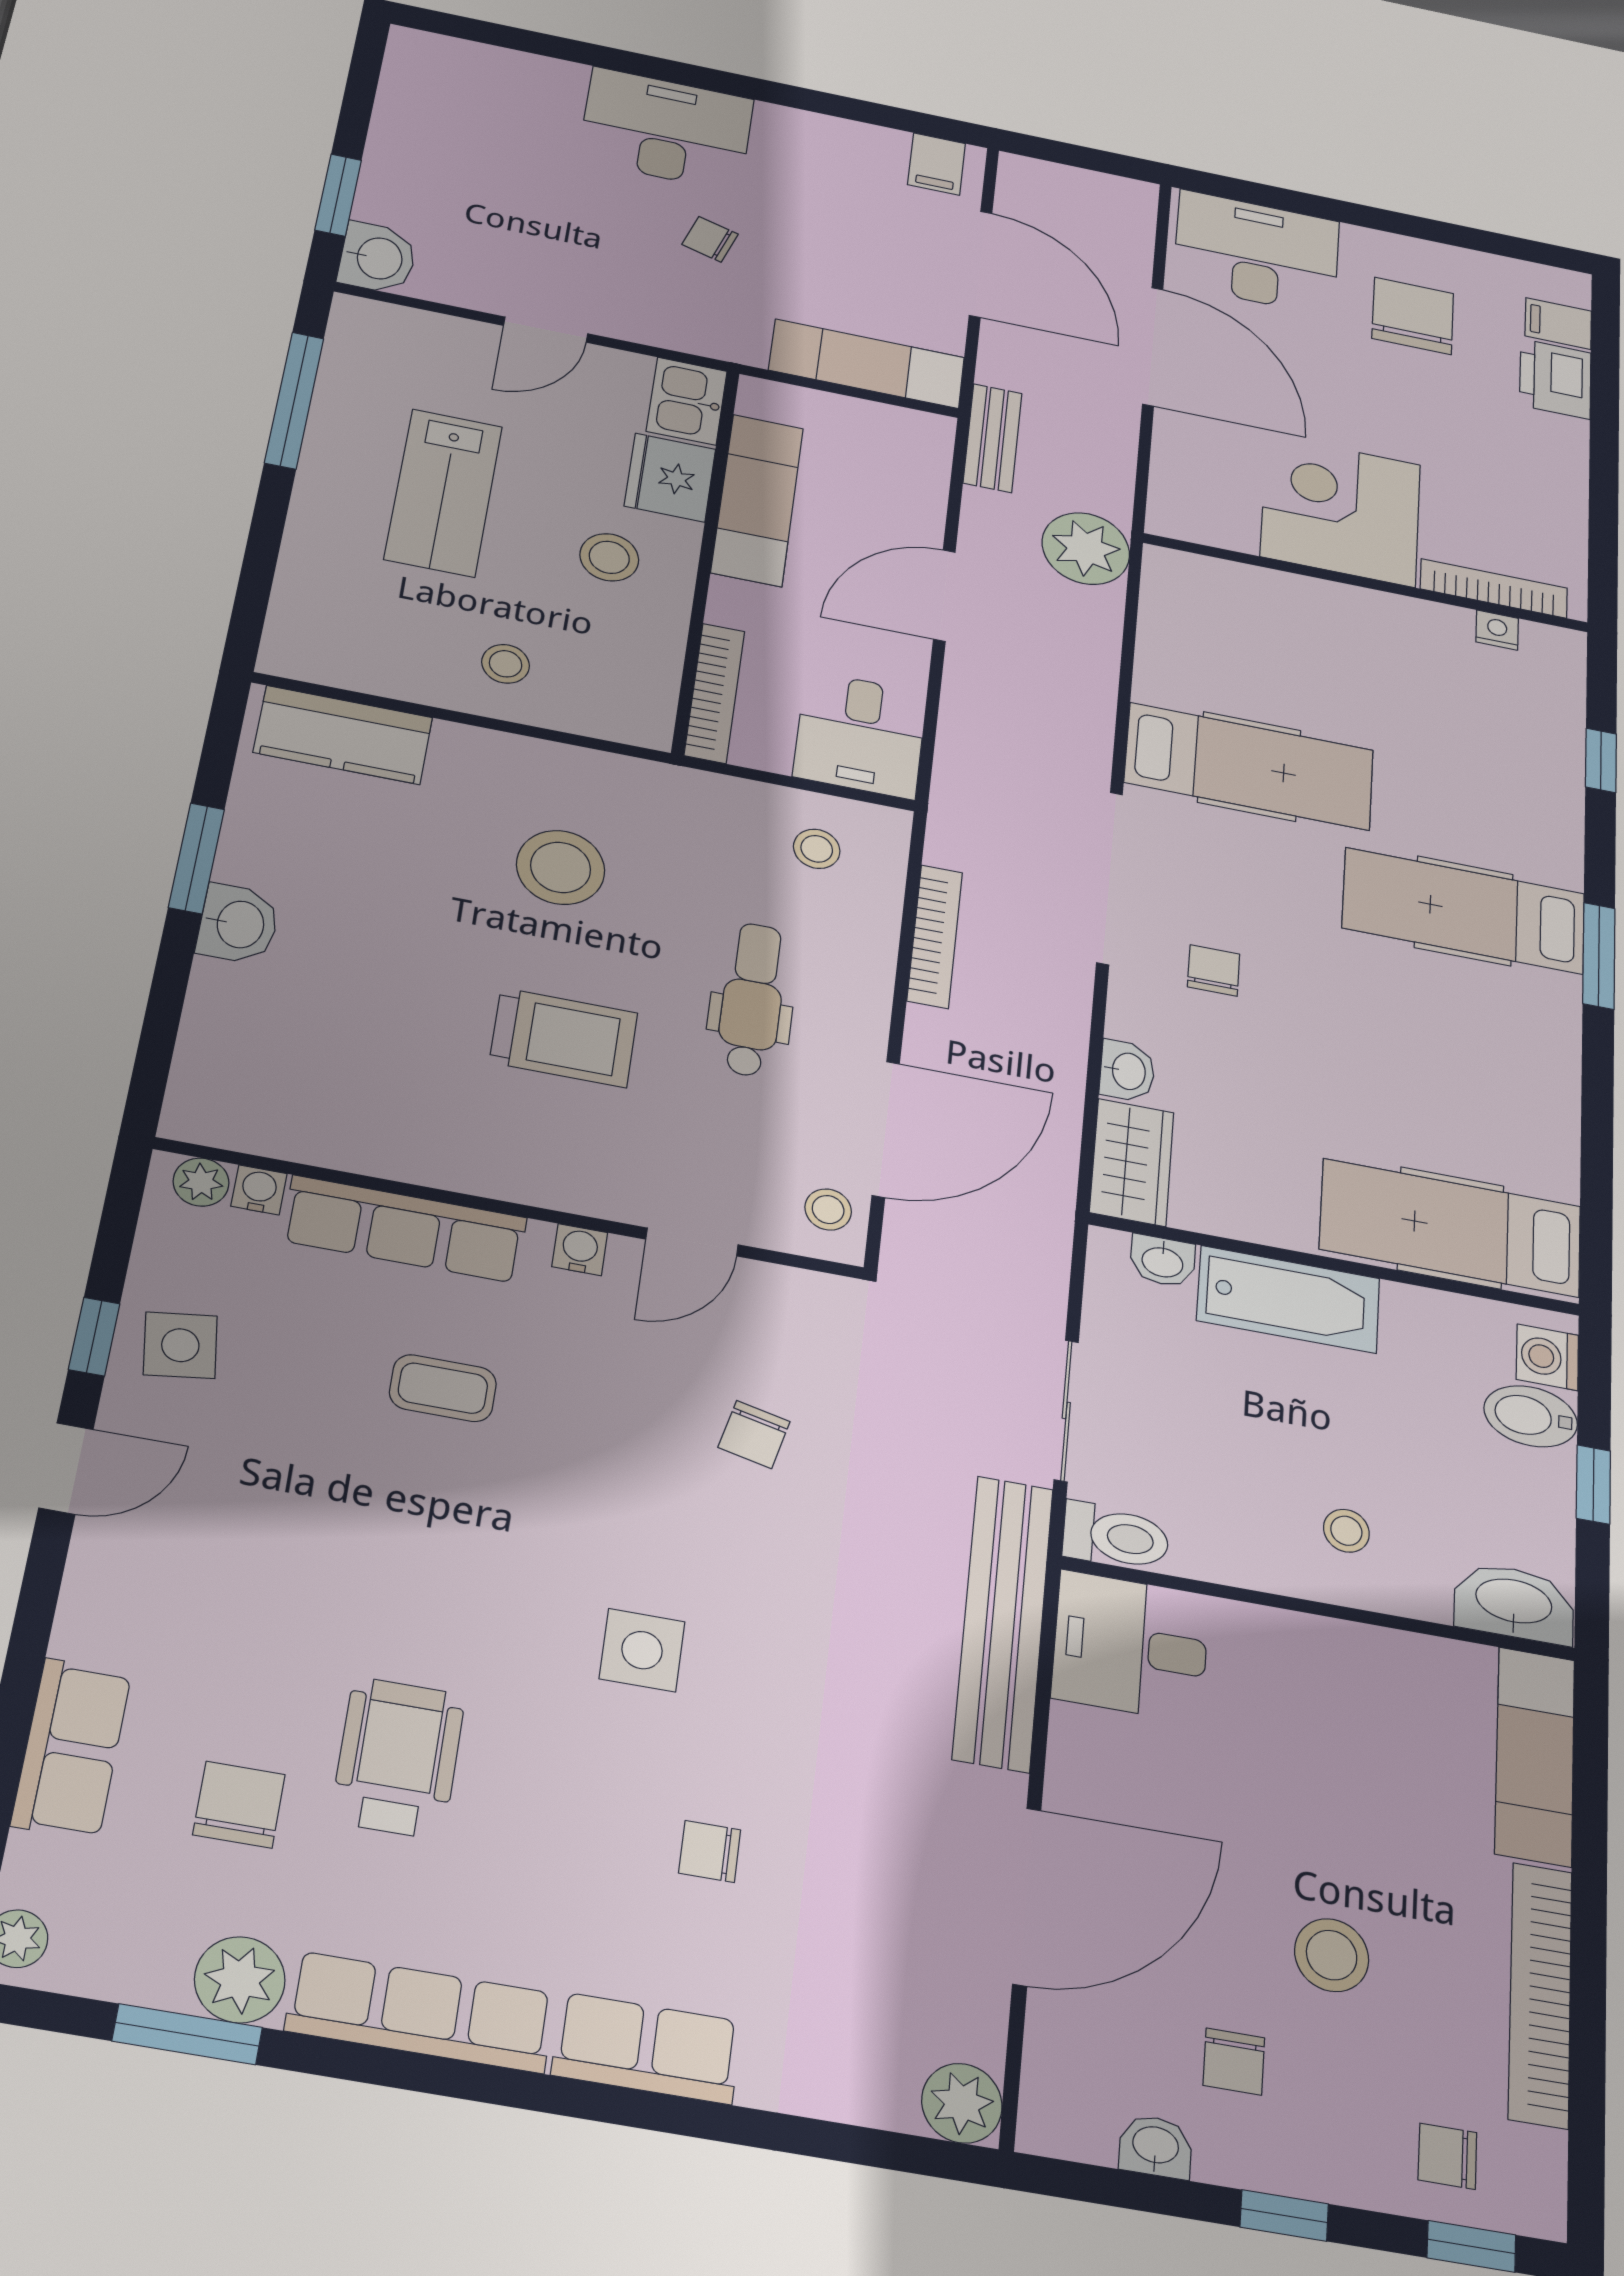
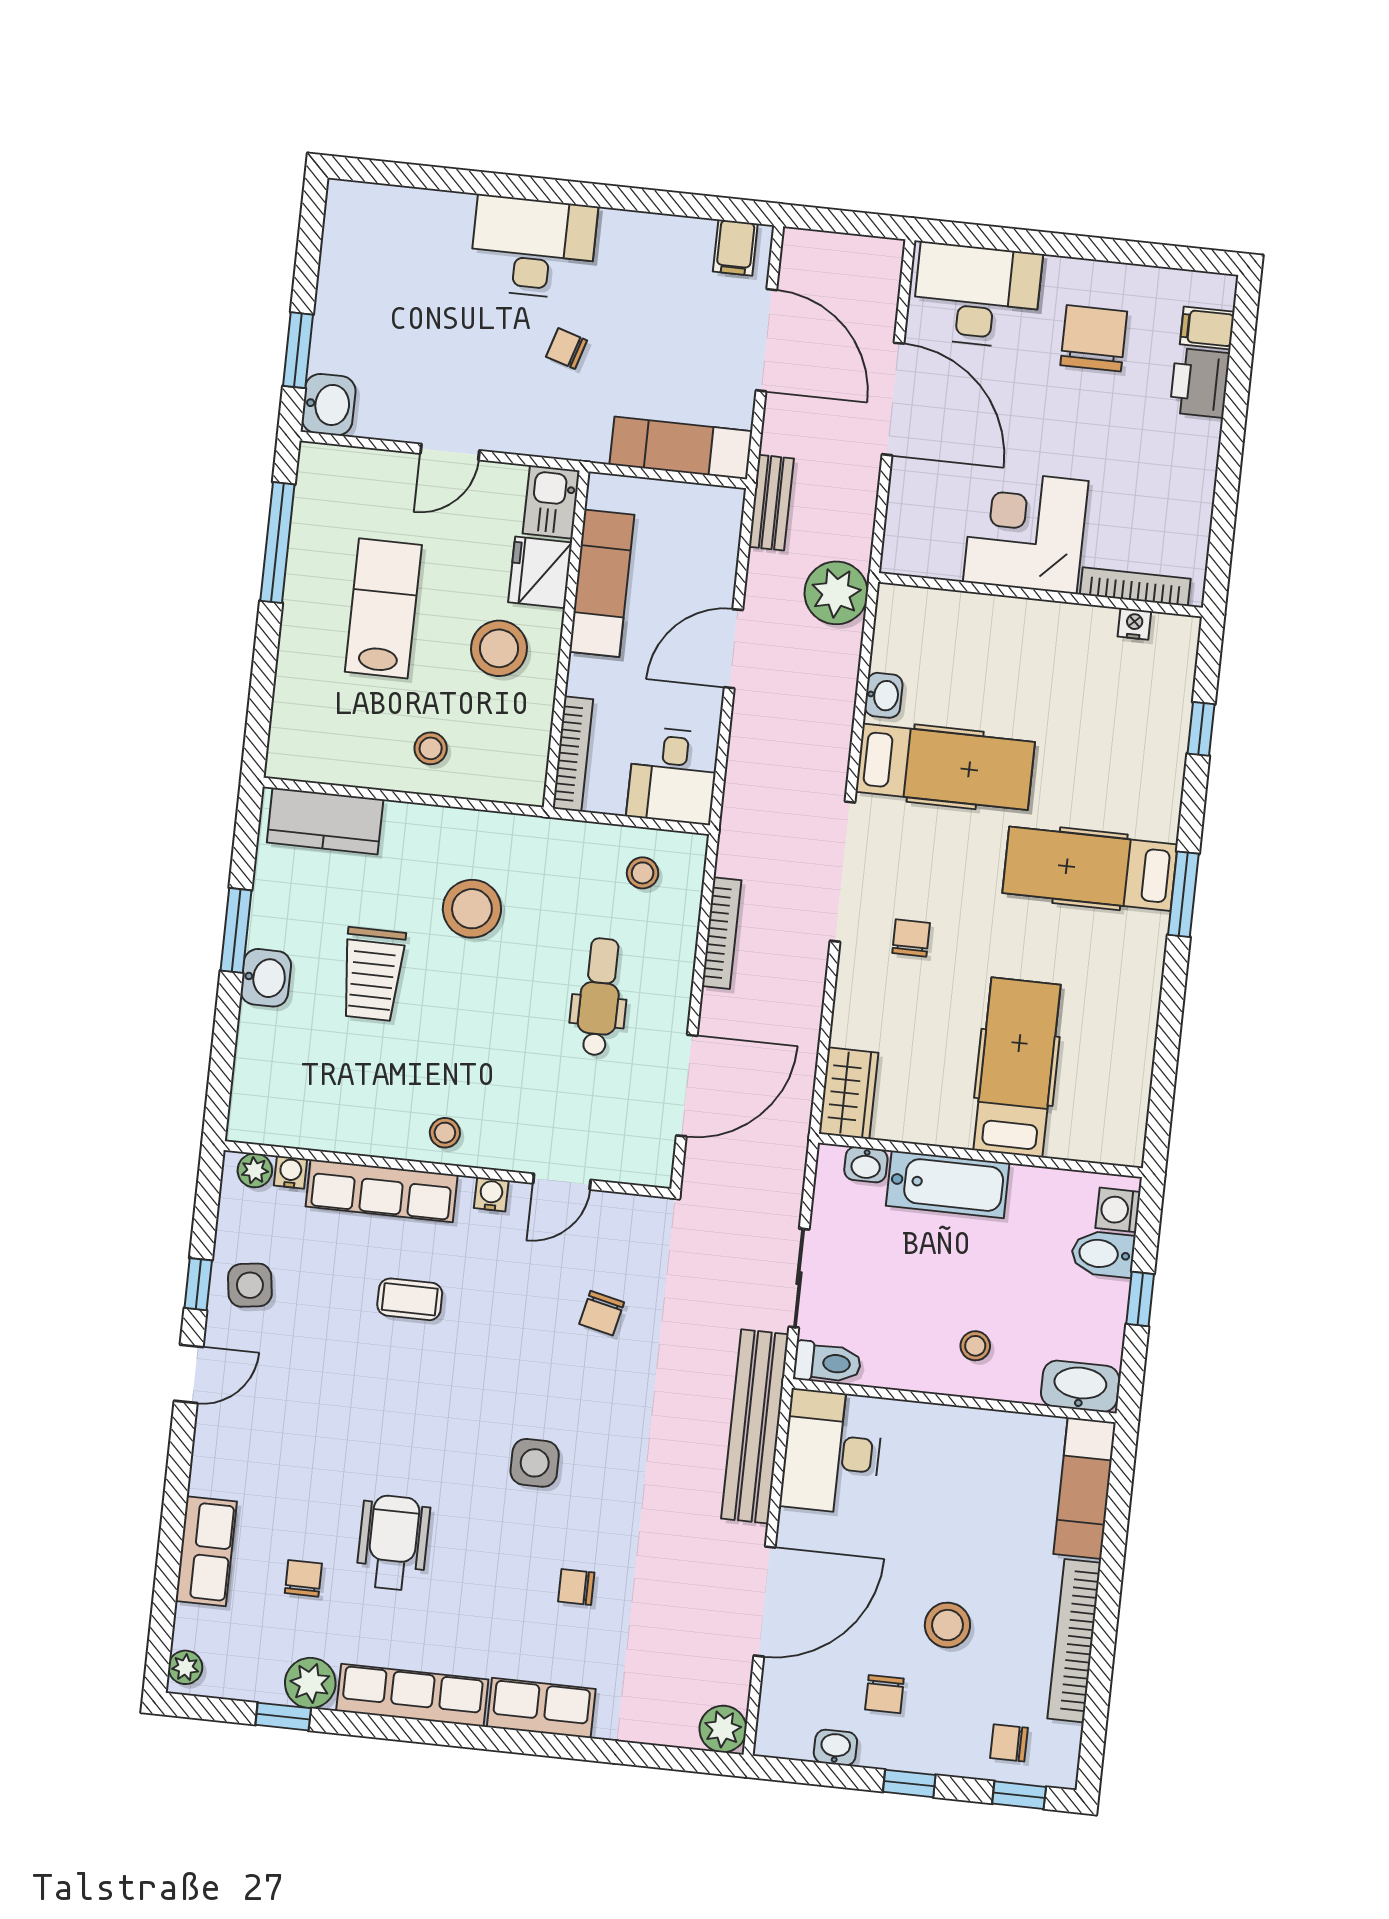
lab bench: (443, 493) -> (383, 608), turned 180
stool: (609, 557) -> (499, 648), width x1.38, depth x1.38
trolley: (564, 1038) -> (373, 974), moved, turned 90
washbasin: (1127, 1071) -> (884, 695), moved
stool: (828, 1210) -> (445, 1133), moved
hospital bed: (1451, 1228) -> (1017, 1067), moved, turned 90
desk: (1131, 1646) -> (832, 1452), width x1.37
chair: (239, 1805) -> (303, 1578), width x0.73, depth x0.73
window: (187, 2034) -> (283, 1717), width x0.67

